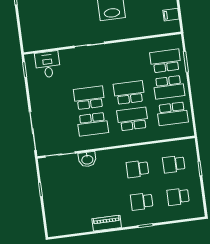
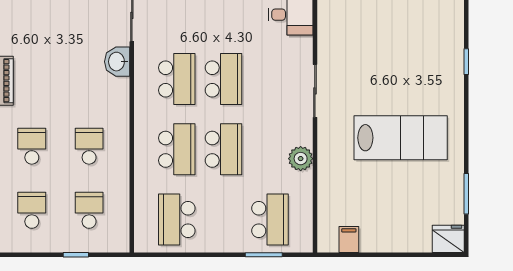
plant: (129, 48) -> (301, 159), added
school desk: (169, 87) -> (223, 219), removed
school desk: (93, 124) -> (177, 79), turned 180

